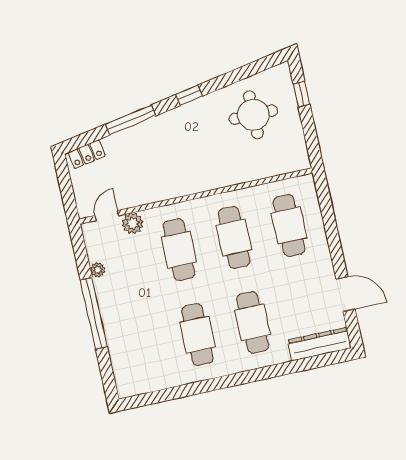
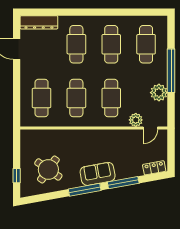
window: (189, 95) -> (85, 190), width x2.17
round table: (253, 115) -> (48, 169), turned 35
sofa: (174, 125) -> (98, 174), added
plant: (98, 270) -> (159, 93), width x1.88, depth x1.88
cafe table: (142, 347) -> (146, 44), added

